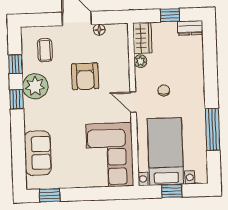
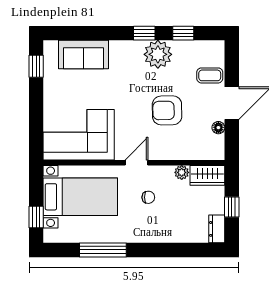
coffee table: (45, 50) -> (210, 75), moved
window: (172, 191) -> (36, 217), moved

